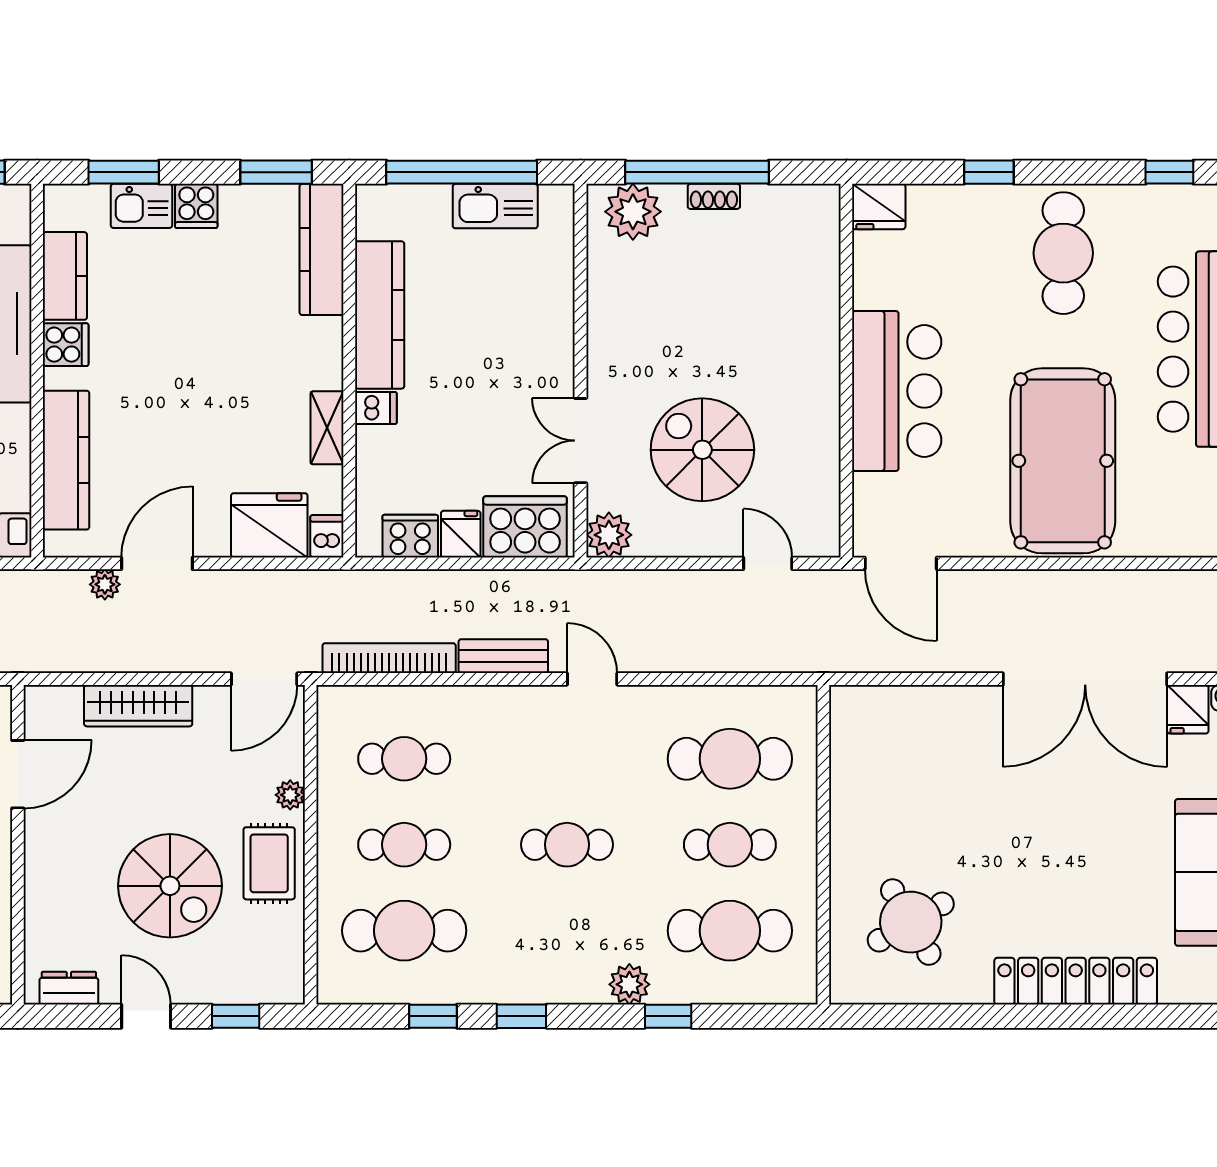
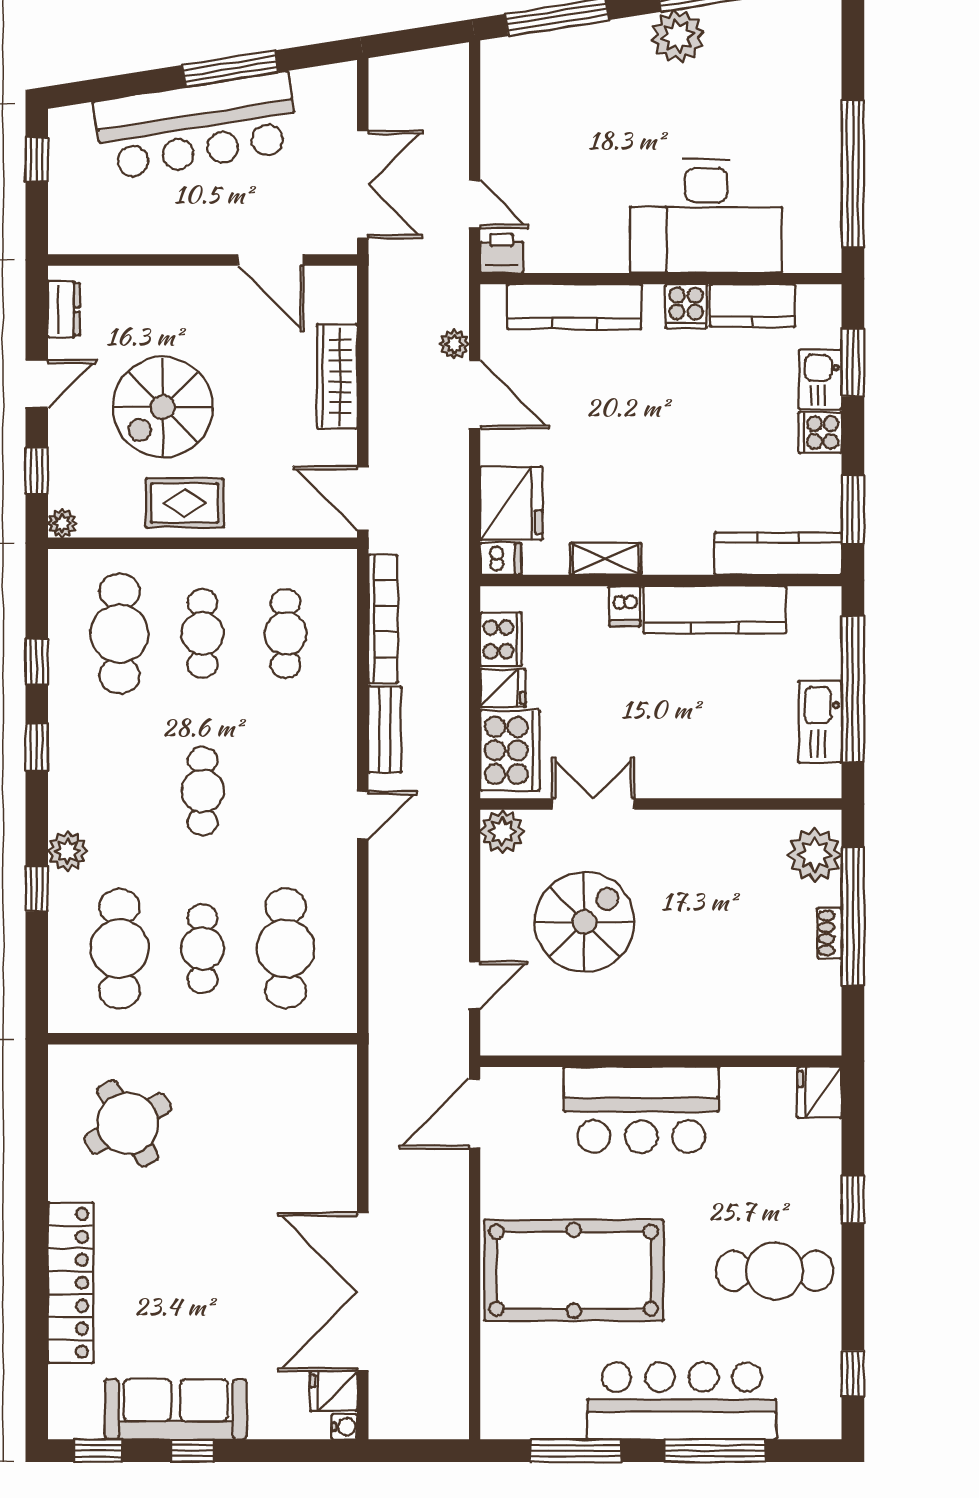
plant: (290, 795) -> (62, 523), moved

